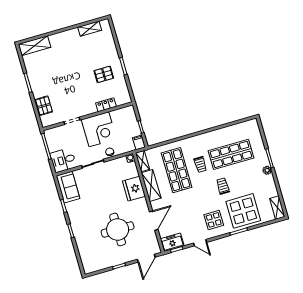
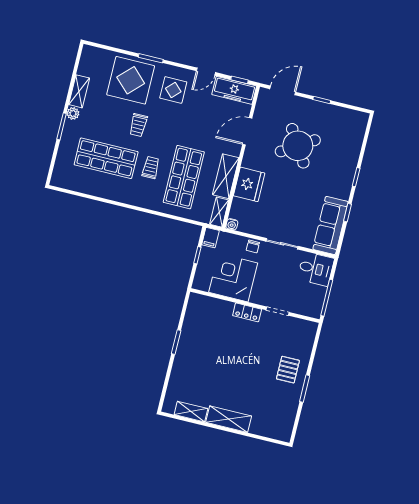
shelving: (34, 46) -> (229, 419), moved
pallet: (104, 74) -> (206, 346), removed
locker: (106, 105) -> (247, 312), moved
pallet: (44, 106) -> (288, 370), moved
corner desk: (99, 129) -> (233, 278), moved
sofa: (68, 187) -> (331, 225), width x1.36
shelving: (277, 208) -> (79, 91), moved
round table: (118, 229) -> (298, 146), turned -32
freezer: (172, 242) -> (234, 90), width x1.40
door: (200, 243) -> (206, 72), swing flipped

